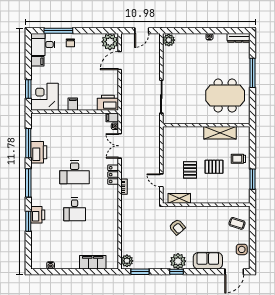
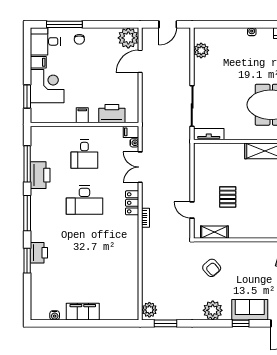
plant: (169, 40) -> (201, 50), moved
corner desk: (44, 97) -> (47, 86), moved, turned 90
printer: (108, 103) -> (112, 114), moved
tv unit: (175, 119) -> (209, 134), added
pallet: (214, 167) -> (257, 193), removed
desk: (75, 209) -> (84, 154), moved
filing cabinet: (93, 262) -> (83, 312), moved
window: (177, 272) -> (241, 323), moved

